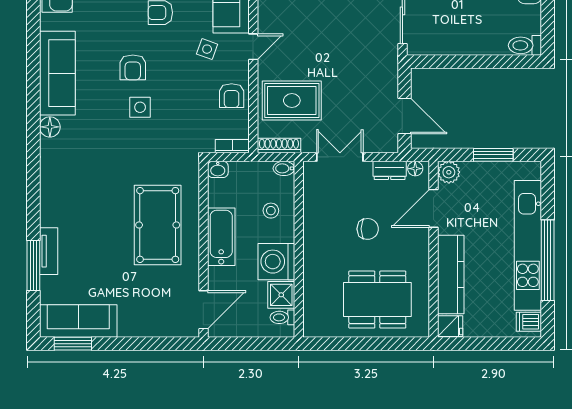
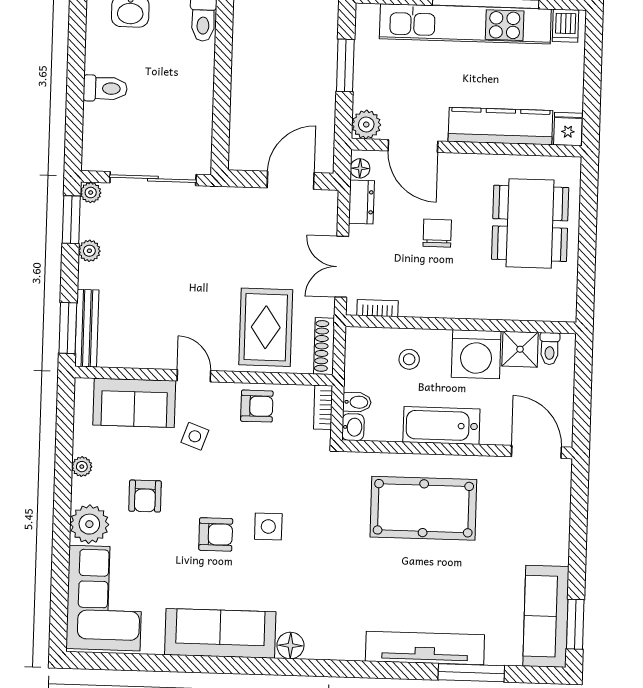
bidet: (284, 168) -> (357, 402), moved, turned -90
bookcase: (309, 185) -> (378, 308), added
tv unit: (49, 251) -> (425, 648), width x1.92, depth x1.29

